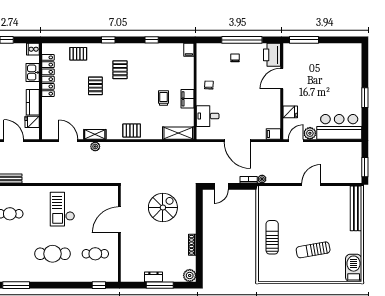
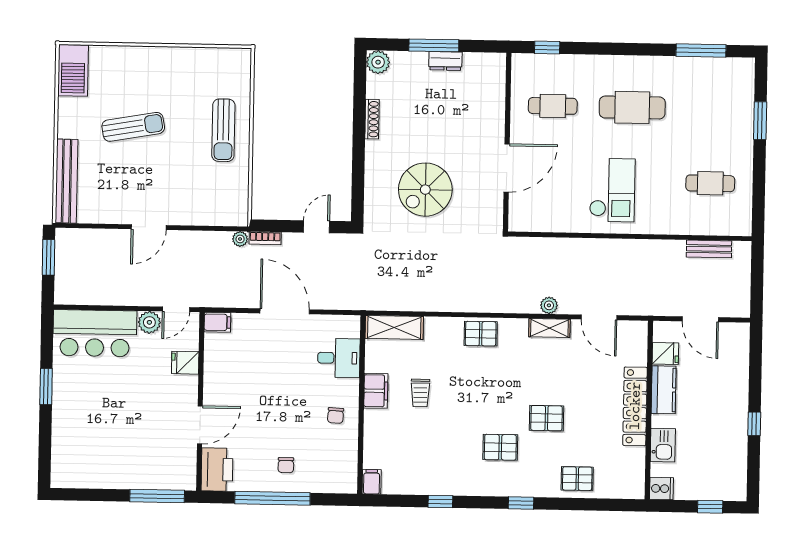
pallet: (120, 70) -> (500, 447), turned 90
locker: (48, 76) -> (635, 406), moved
pallet: (95, 86) -> (547, 418), turned 90
sun lounger: (313, 250) -> (133, 127), moved

